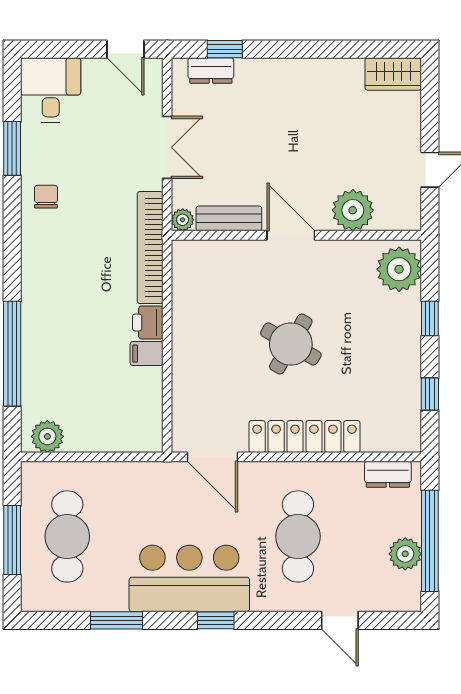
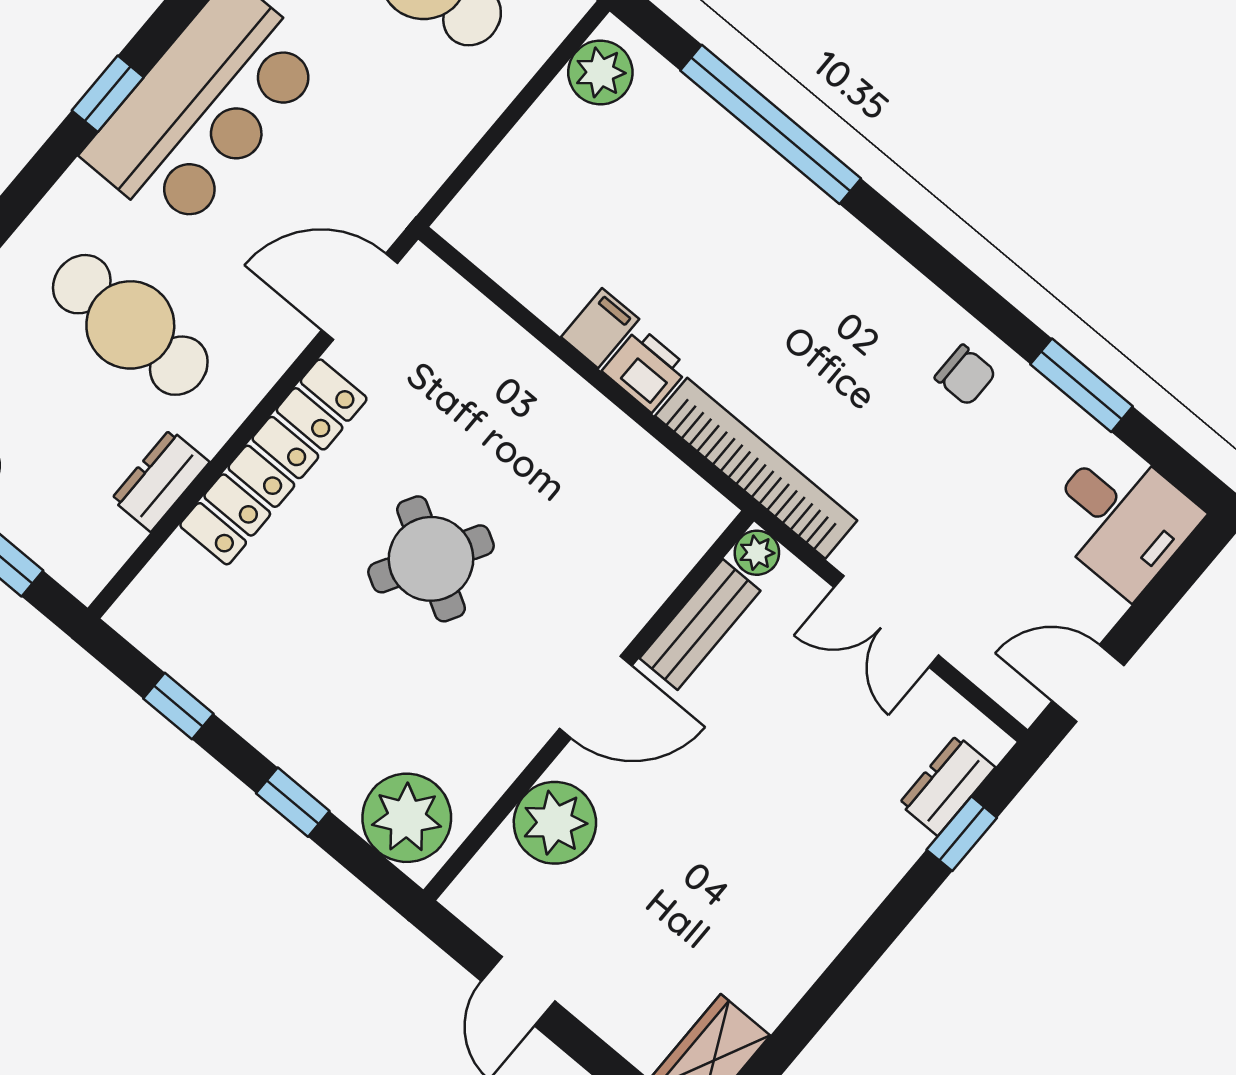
dresser: (388, 474) -> (160, 481), moved

